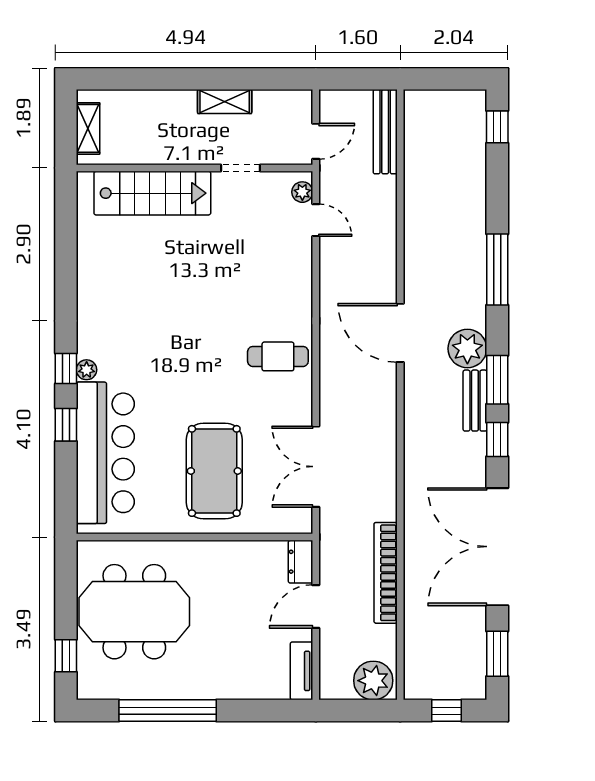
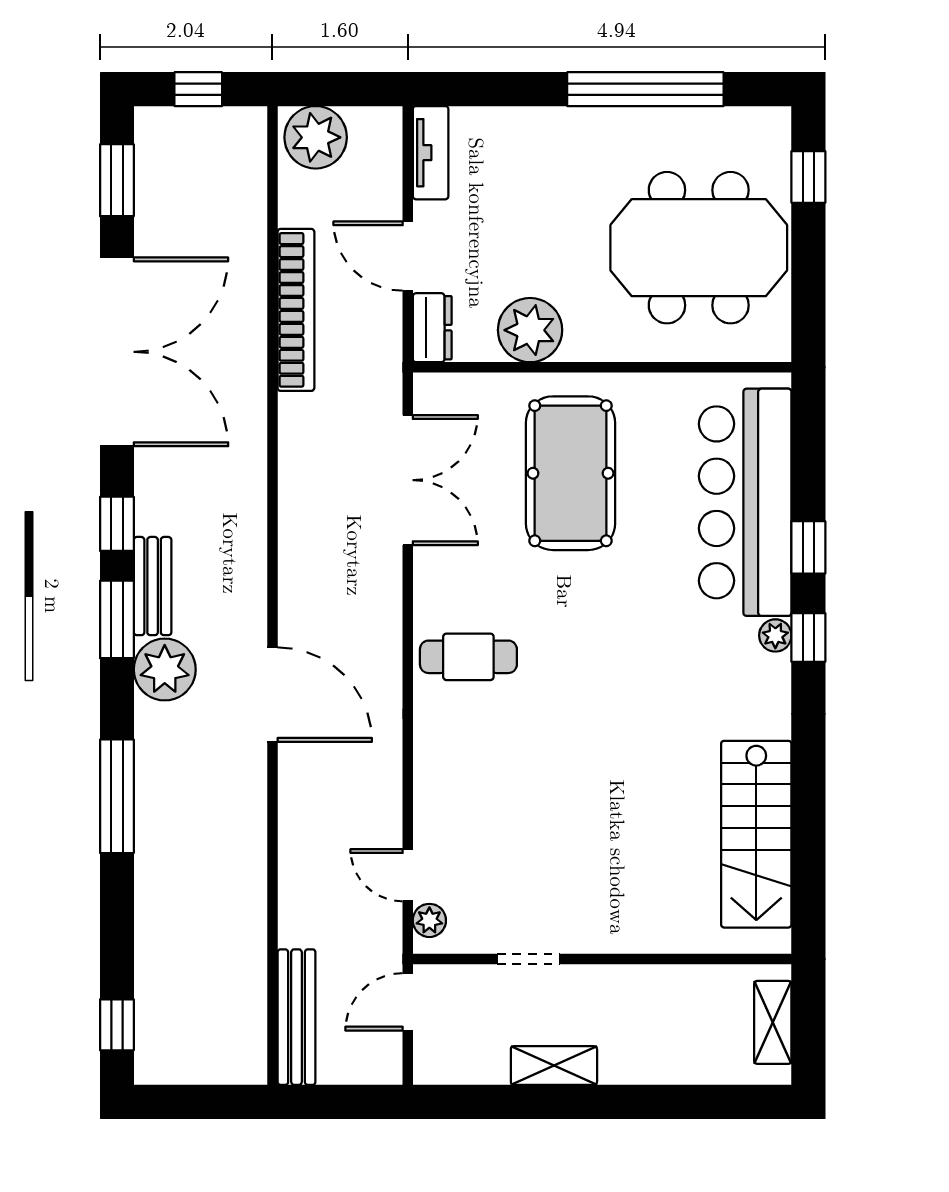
stairs: (152, 193) -> (756, 834), moved, turned -90
plant: (240, 560) -> (530, 330), added
door: (316, 606) -> (408, 256), swing flipped

